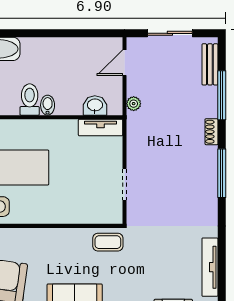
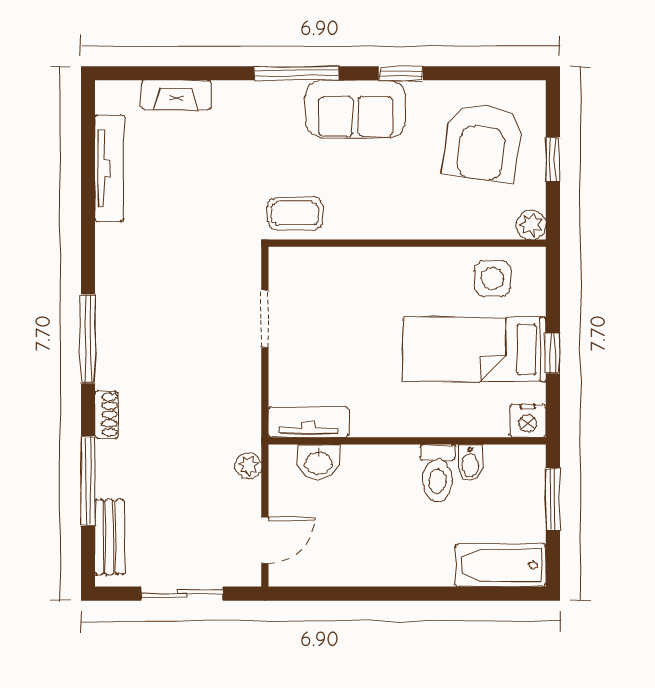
bidet: (48, 105) -> (470, 463), moved

